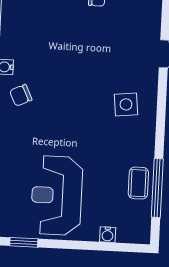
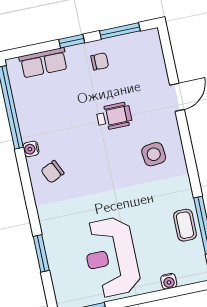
wheelchair: (97, 56) -> (114, 116), added

